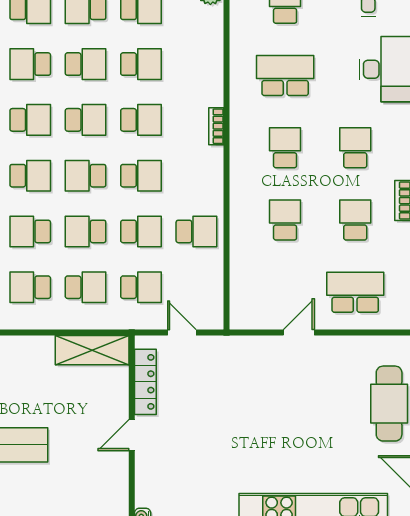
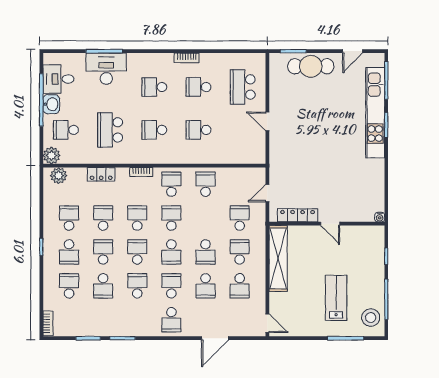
locker: (212, 61) -> (101, 174), added
school desk: (141, 231) -> (171, 184), moved
shelving: (92, 350) -> (278, 258), width x1.47

